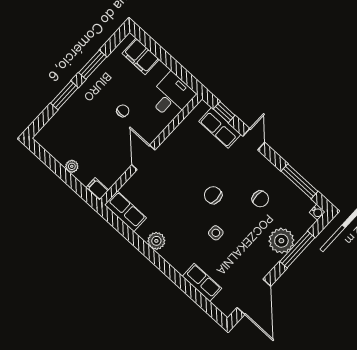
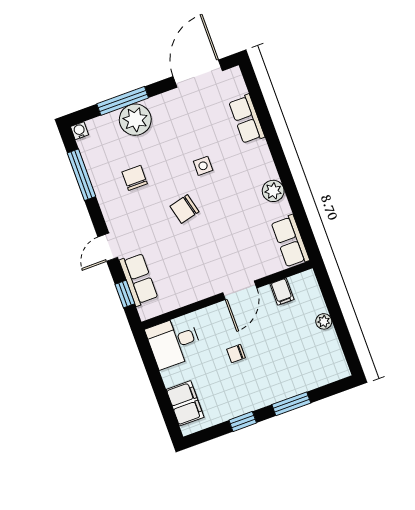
window: (93, 65) -> (243, 422), width x0.67
filing cabinet: (97, 189) -> (282, 292), moved
chair: (213, 195) -> (185, 209), turned 76

